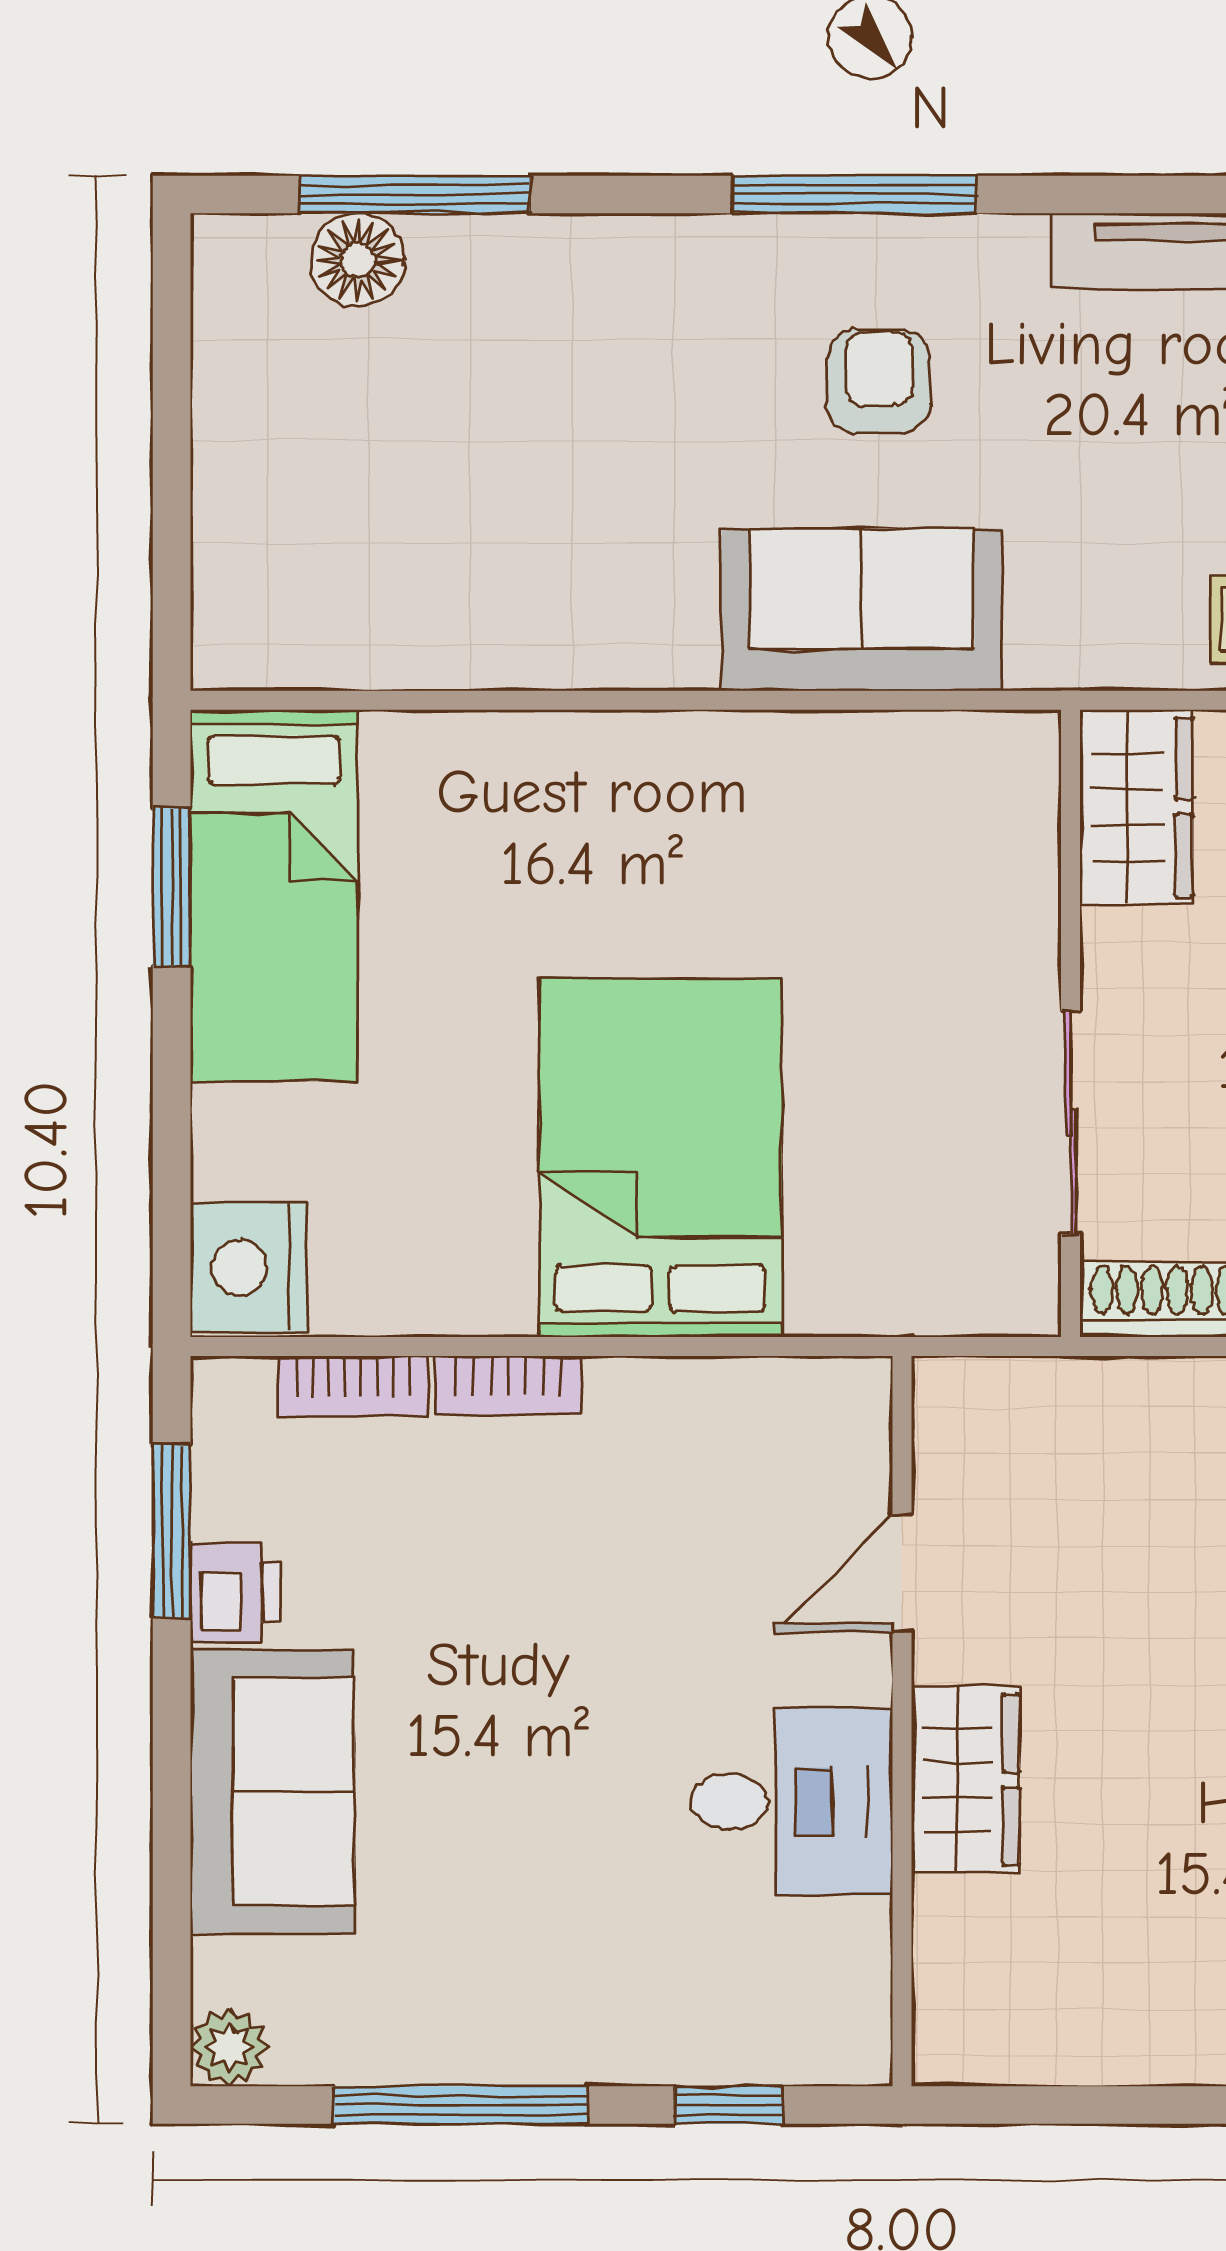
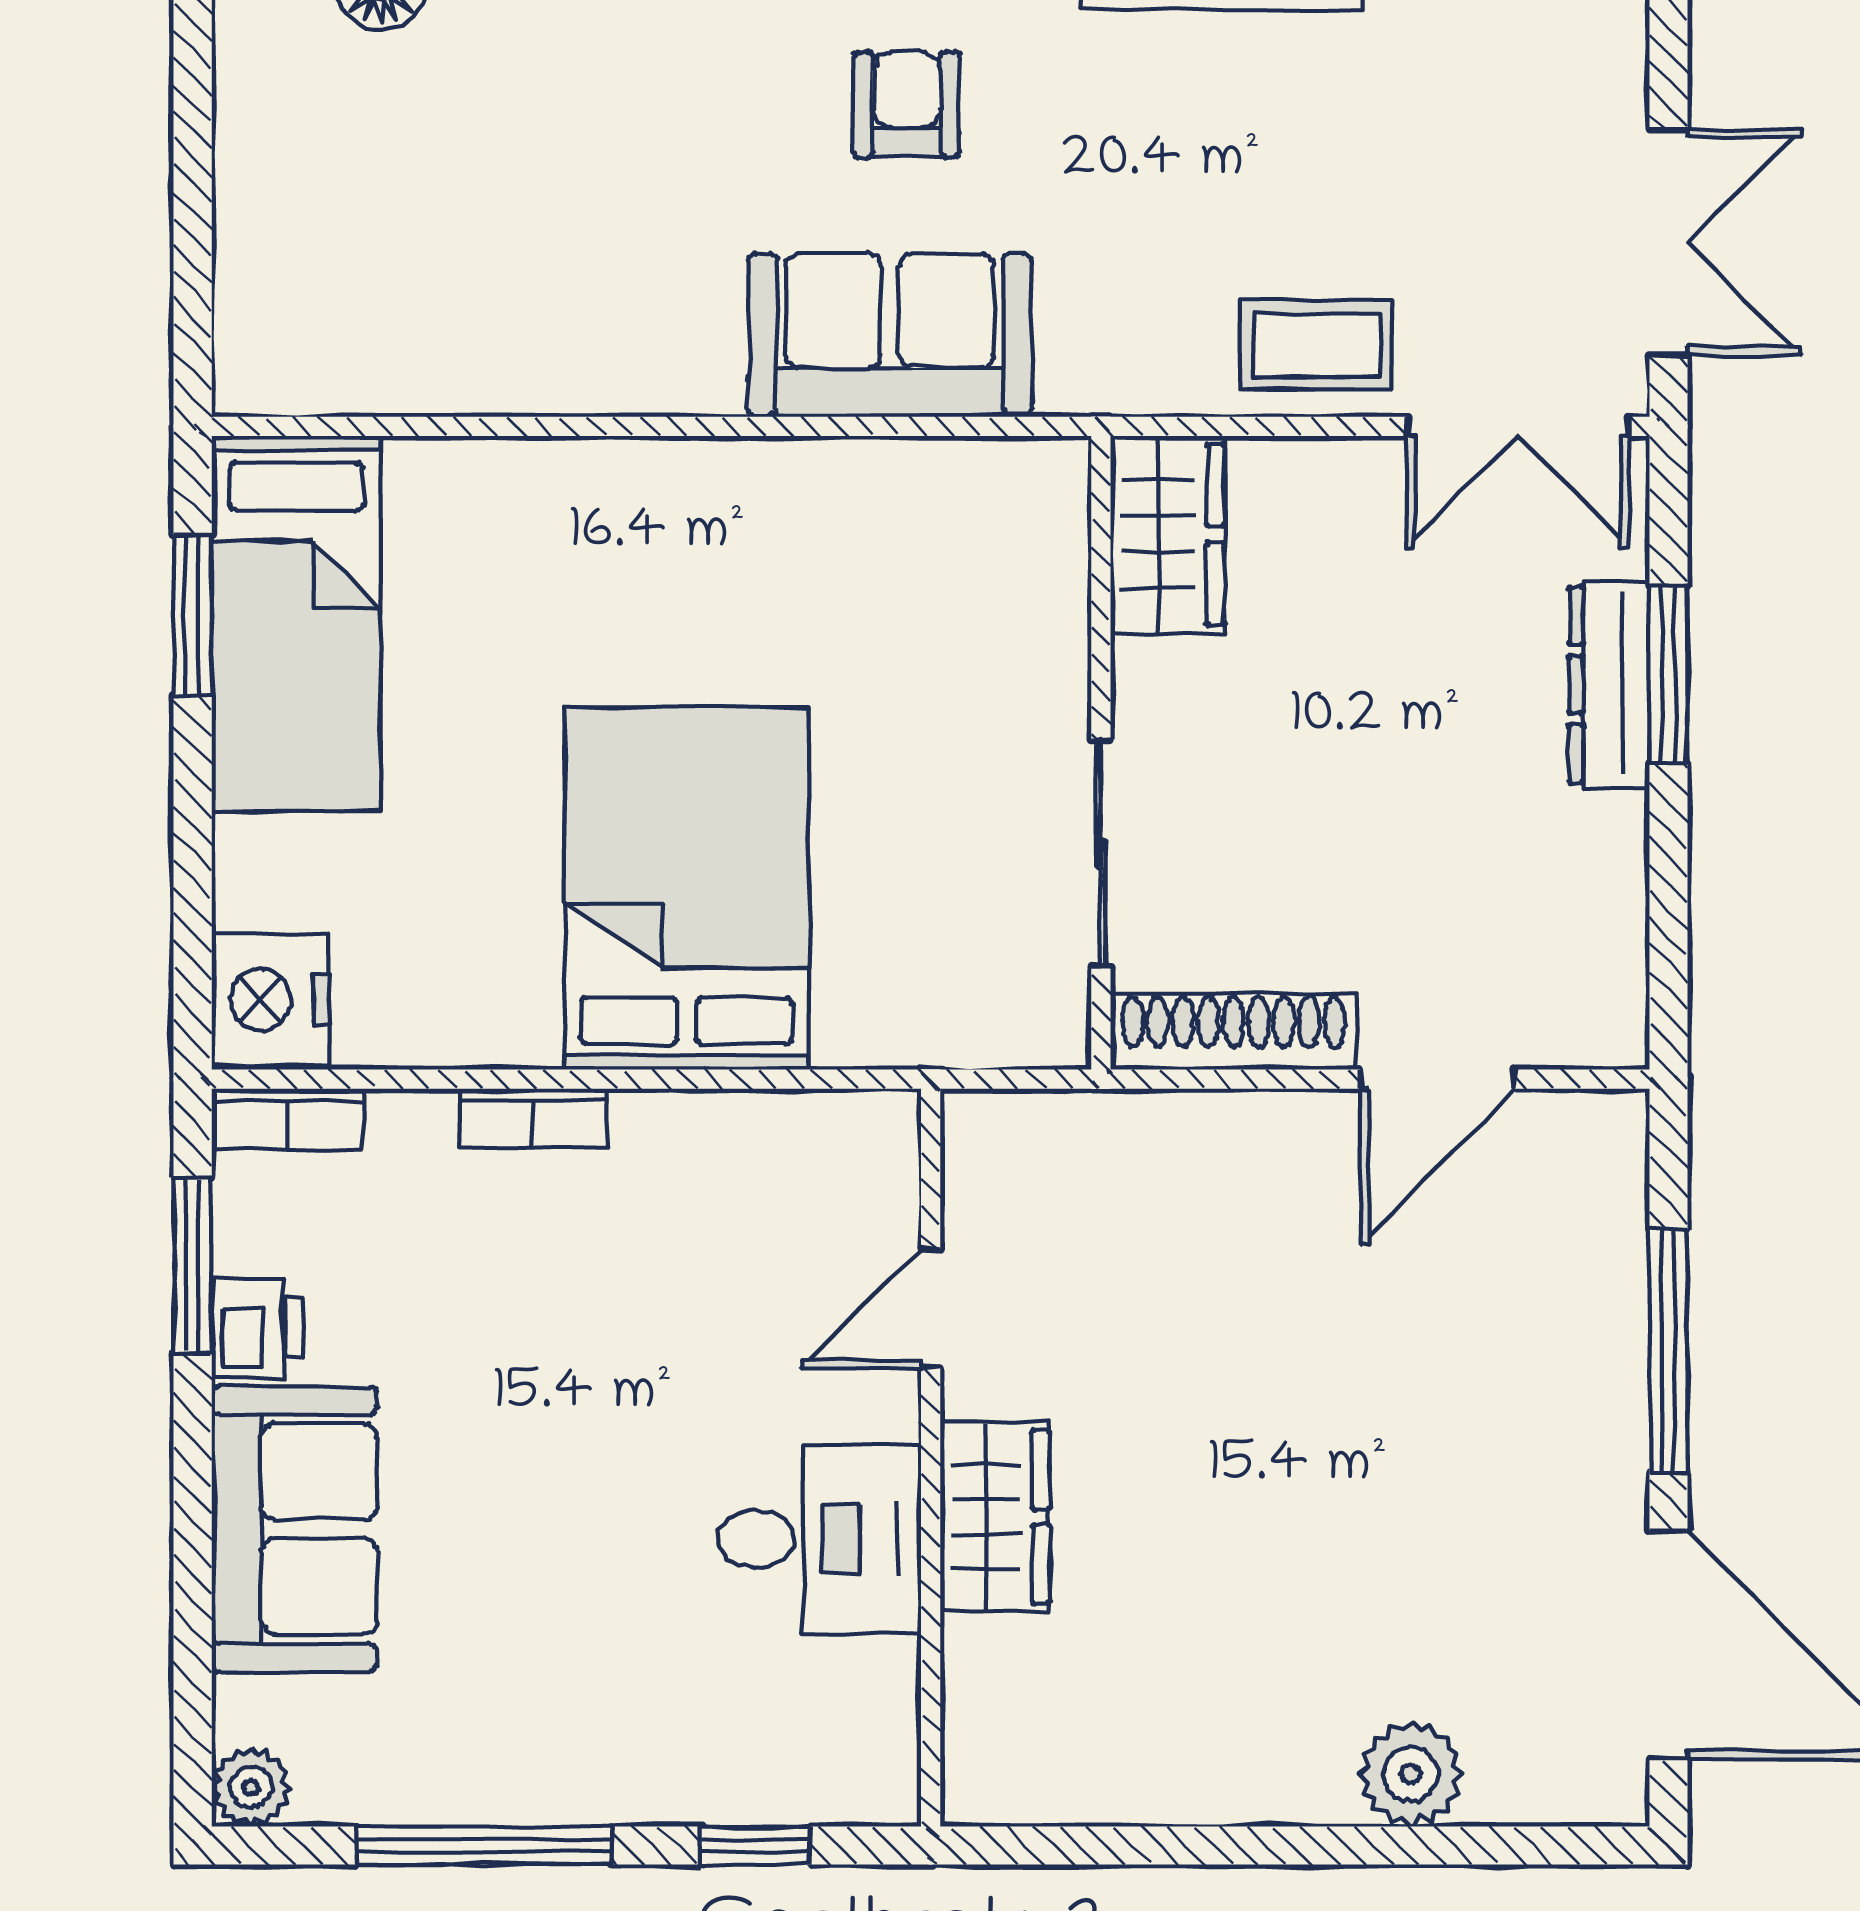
bookcase: (353, 1386) -> (288, 1119), moved

